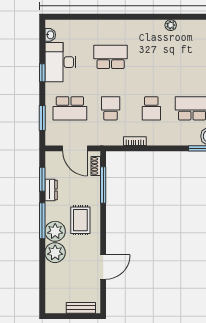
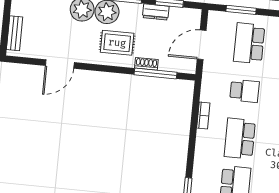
school desk: (151, 108) -> (240, 138), width x1.85
shoe rack: (96, 166) -> (146, 64), moved
door: (103, 267) -> (60, 64), hinge flipped

